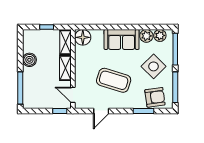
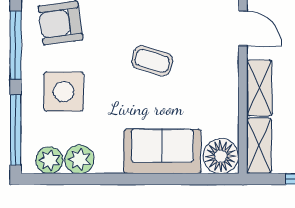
sofa: (122, 39) -> (162, 151), moved
side table: (154, 66) -> (64, 92), turned 45
coffee table: (114, 80) -> (152, 61), width x0.54, depth x0.58

